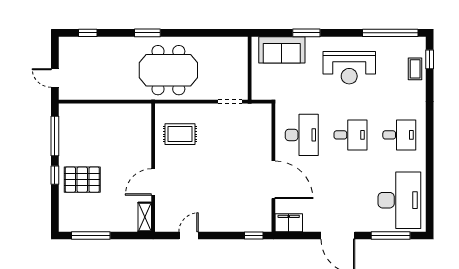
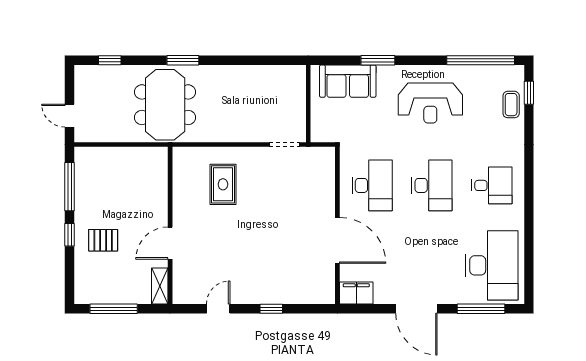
meeting table: (168, 70) -> (165, 105), moved, turned 90
rug: (180, 134) -> (223, 184), turned 90
desk: (351, 135) -> (432, 185), width x1.37
wall: (153, 168) -> (170, 225), moved
pallet: (82, 180) -> (103, 240), width x0.67, depth x0.71
door: (153, 182) -> (170, 243), moved
shelving: (145, 217) -> (160, 286), moved
door: (189, 236) -> (218, 309), moved
window: (254, 236) -> (271, 309), moved

